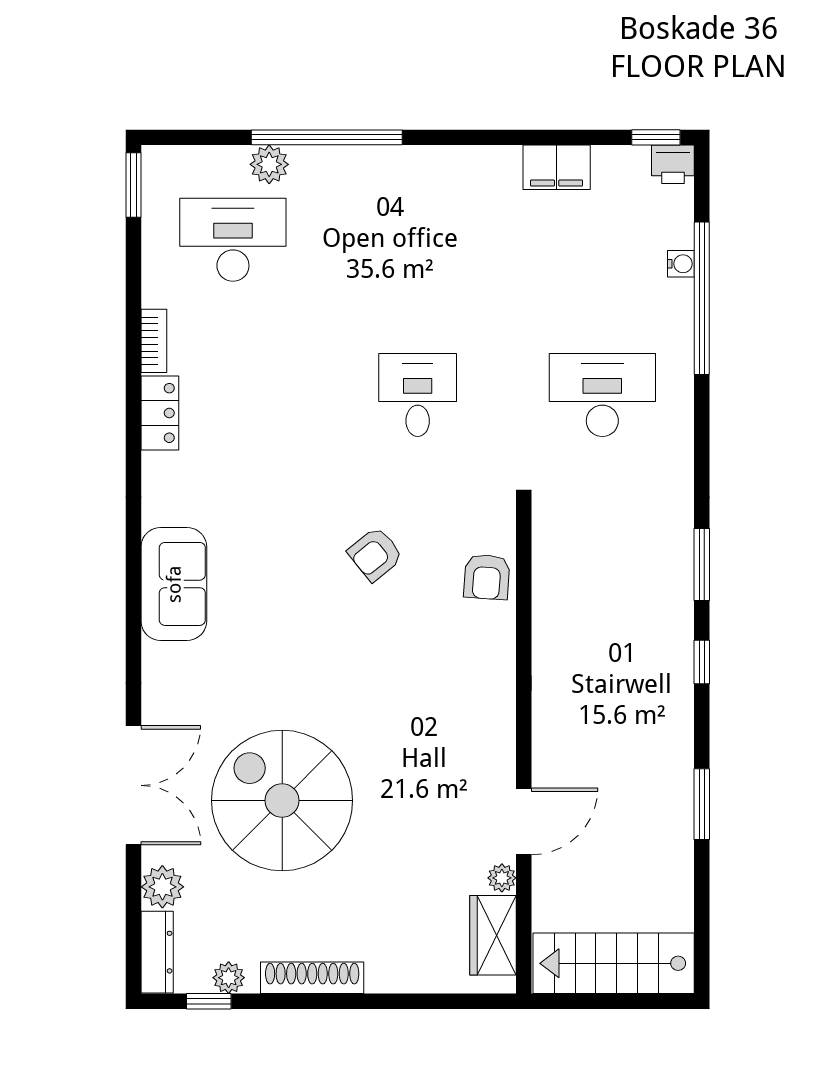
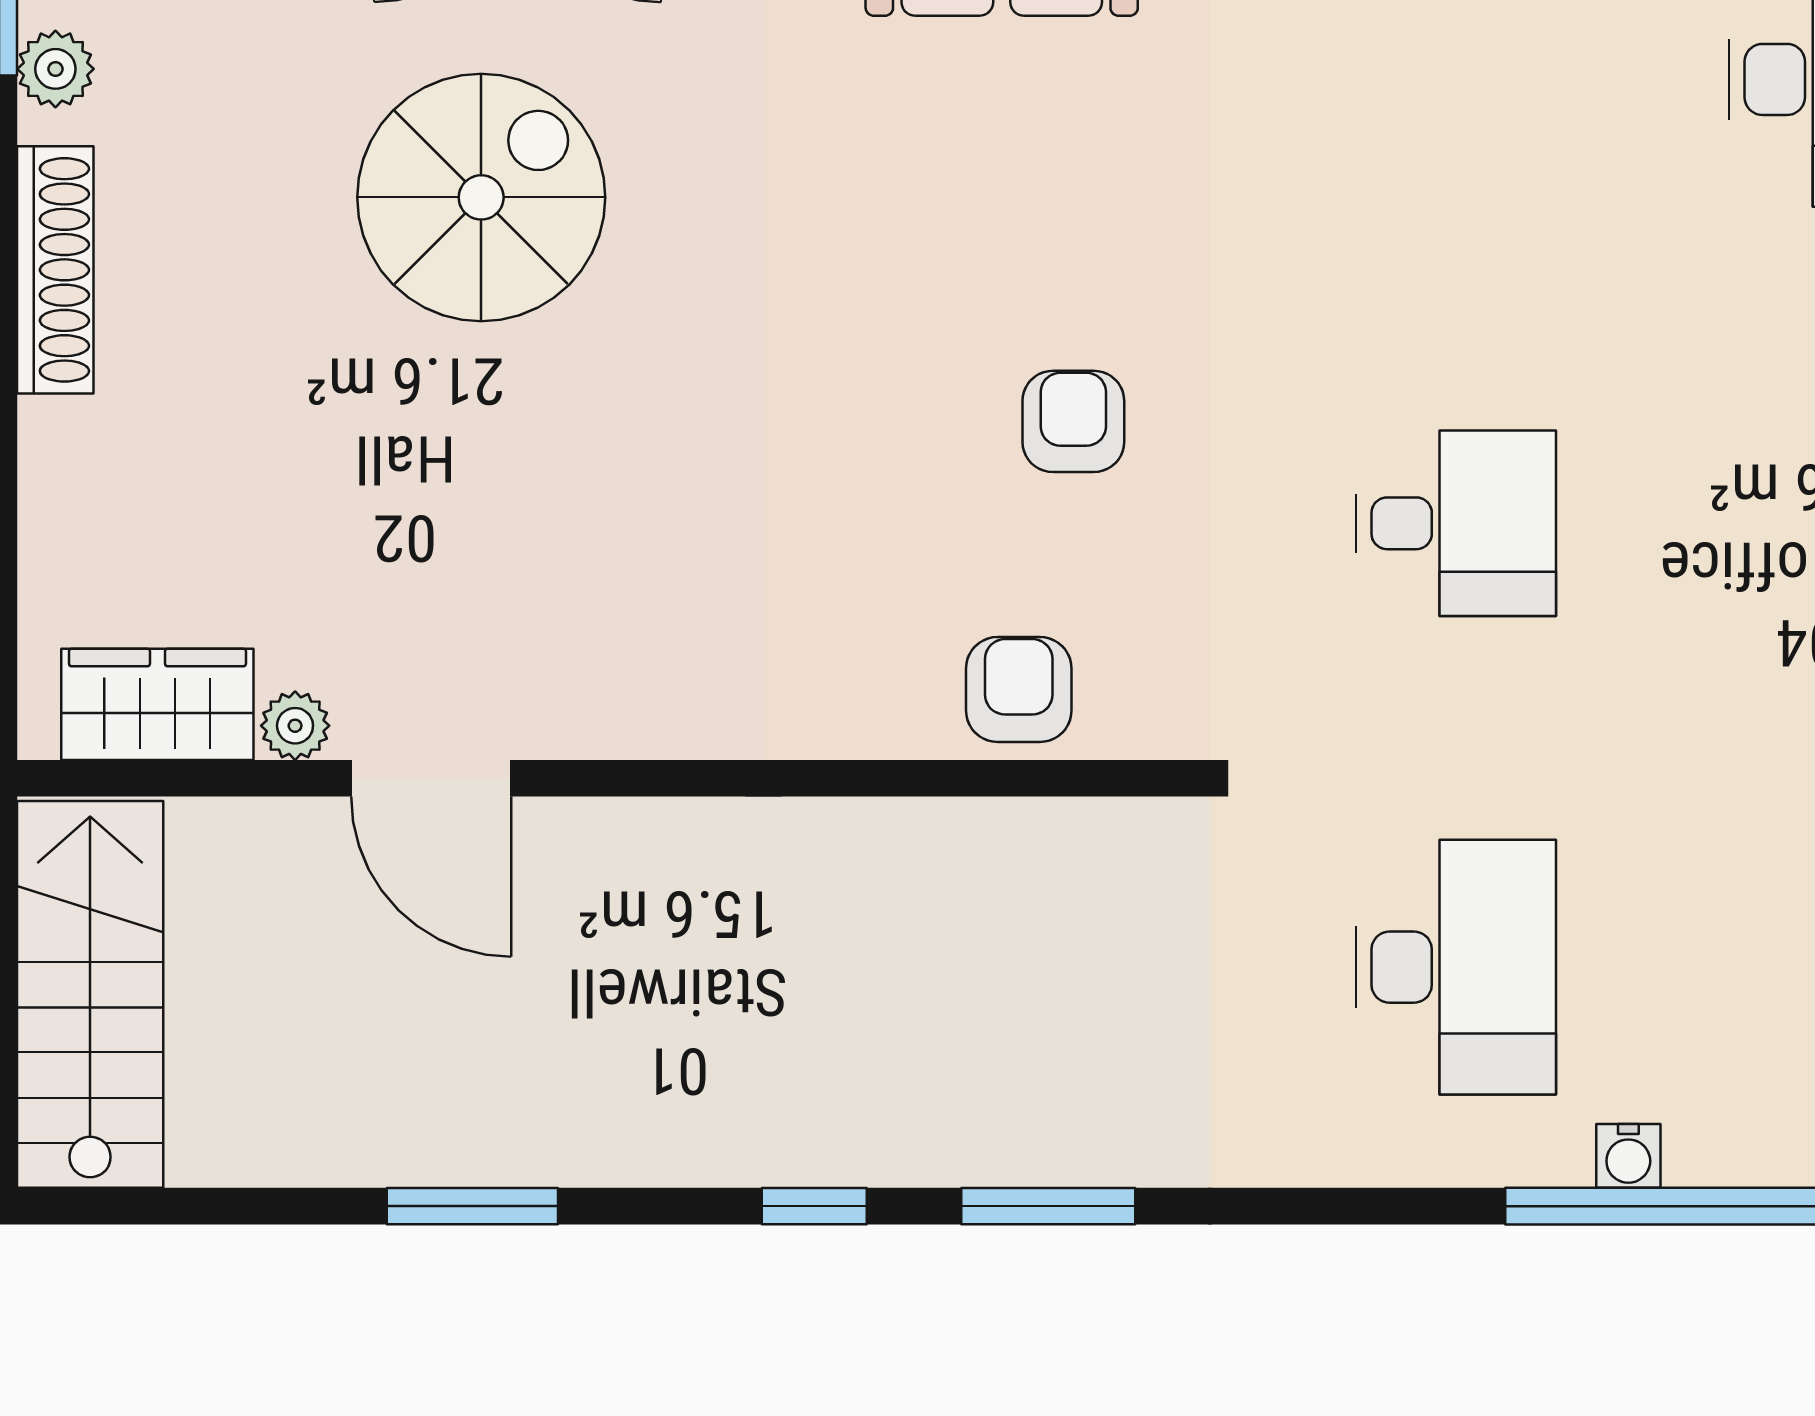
water cooler: (681, 264) -> (1628, 1156), moved
armchair: (375, 554) -> (1073, 421), turned 39
armchair: (487, 577) -> (1019, 689), turned 86
spiral stairs: (282, 801) -> (481, 197), width x0.73, depth x0.73

